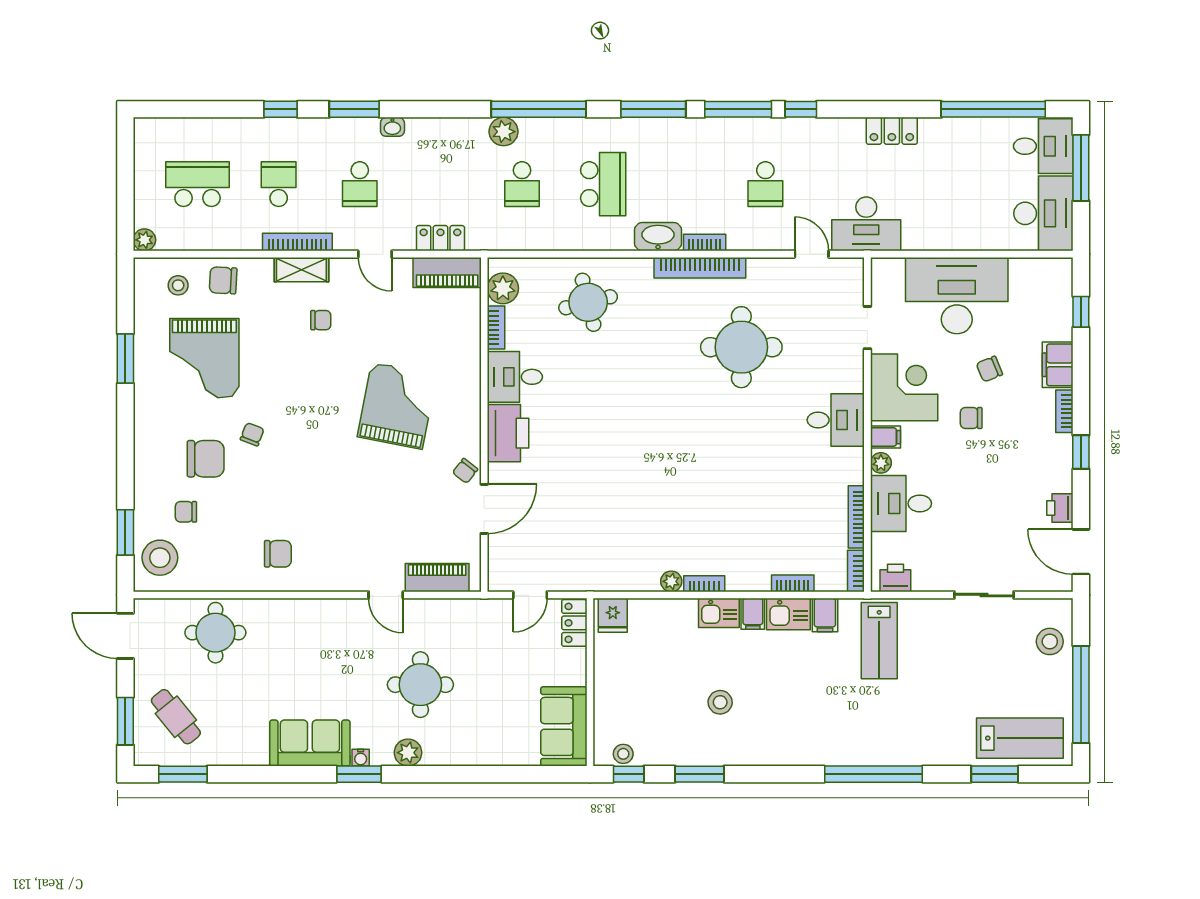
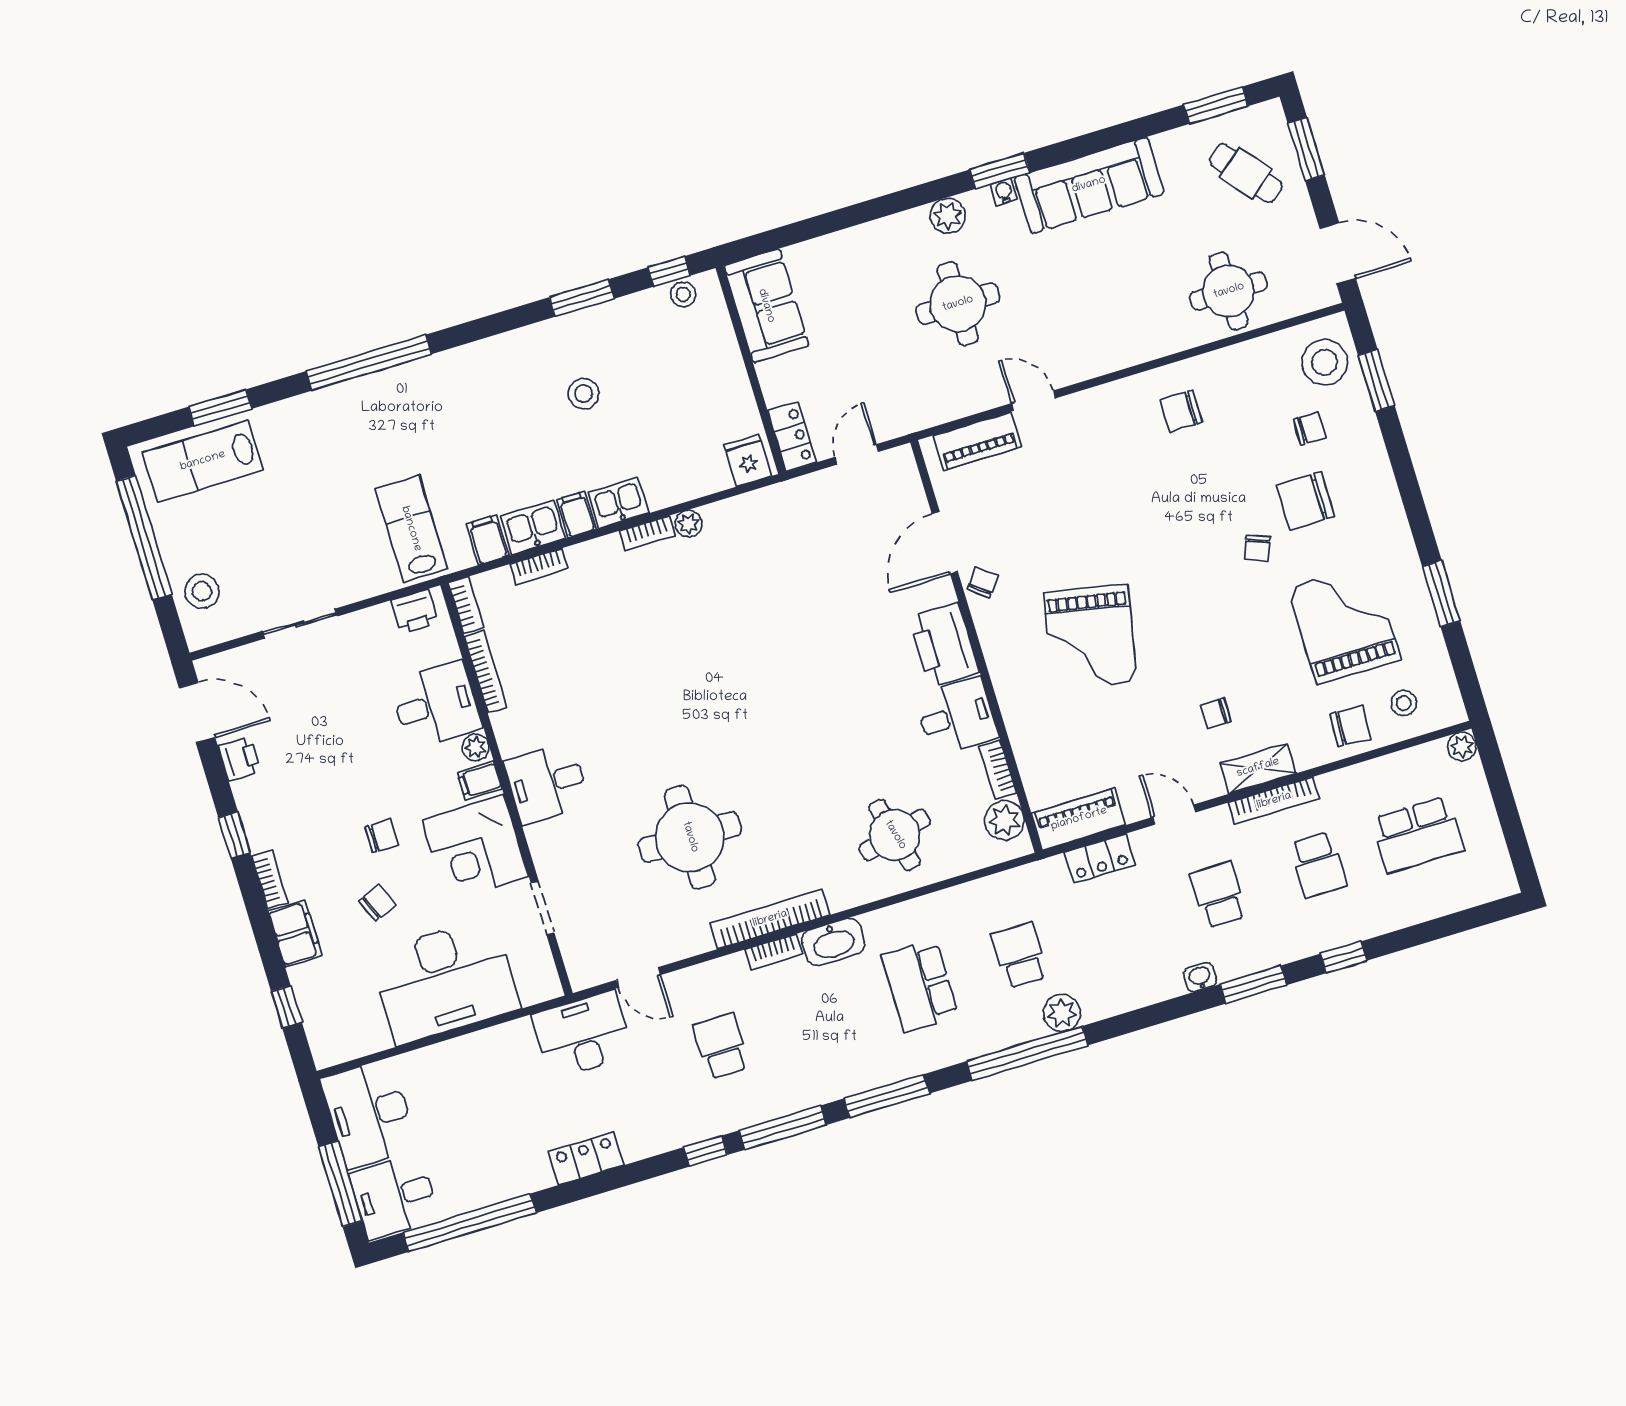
sofa: (310, 743) -> (1089, 185), width x1.36

